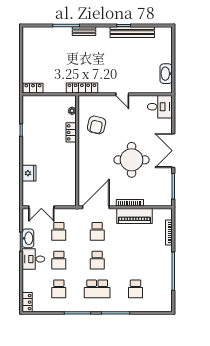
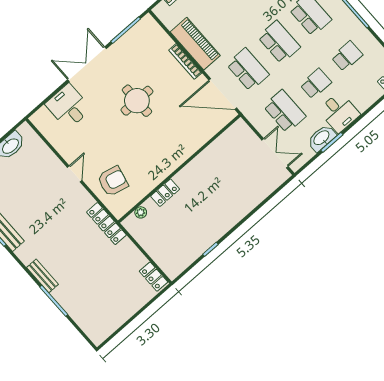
desk: (160, 107) -> (68, 106), moved
armchair: (97, 125) -> (113, 181), moved
double door: (173, 151) -> (87, 64), swing flipped
round table: (132, 160) -> (137, 101), width x0.73, depth x0.73
fridge: (29, 173) -> (250, 199), removed
school desk: (59, 231) -> (285, 111), width x1.85
school desk: (97, 231) -> (248, 69), width x1.85
school desk: (97, 260) -> (279, 42), width x1.85

